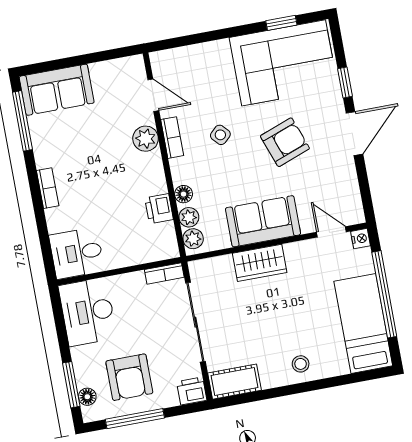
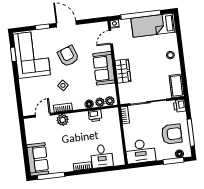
desk: (77, 253) -> (102, 156), moved

